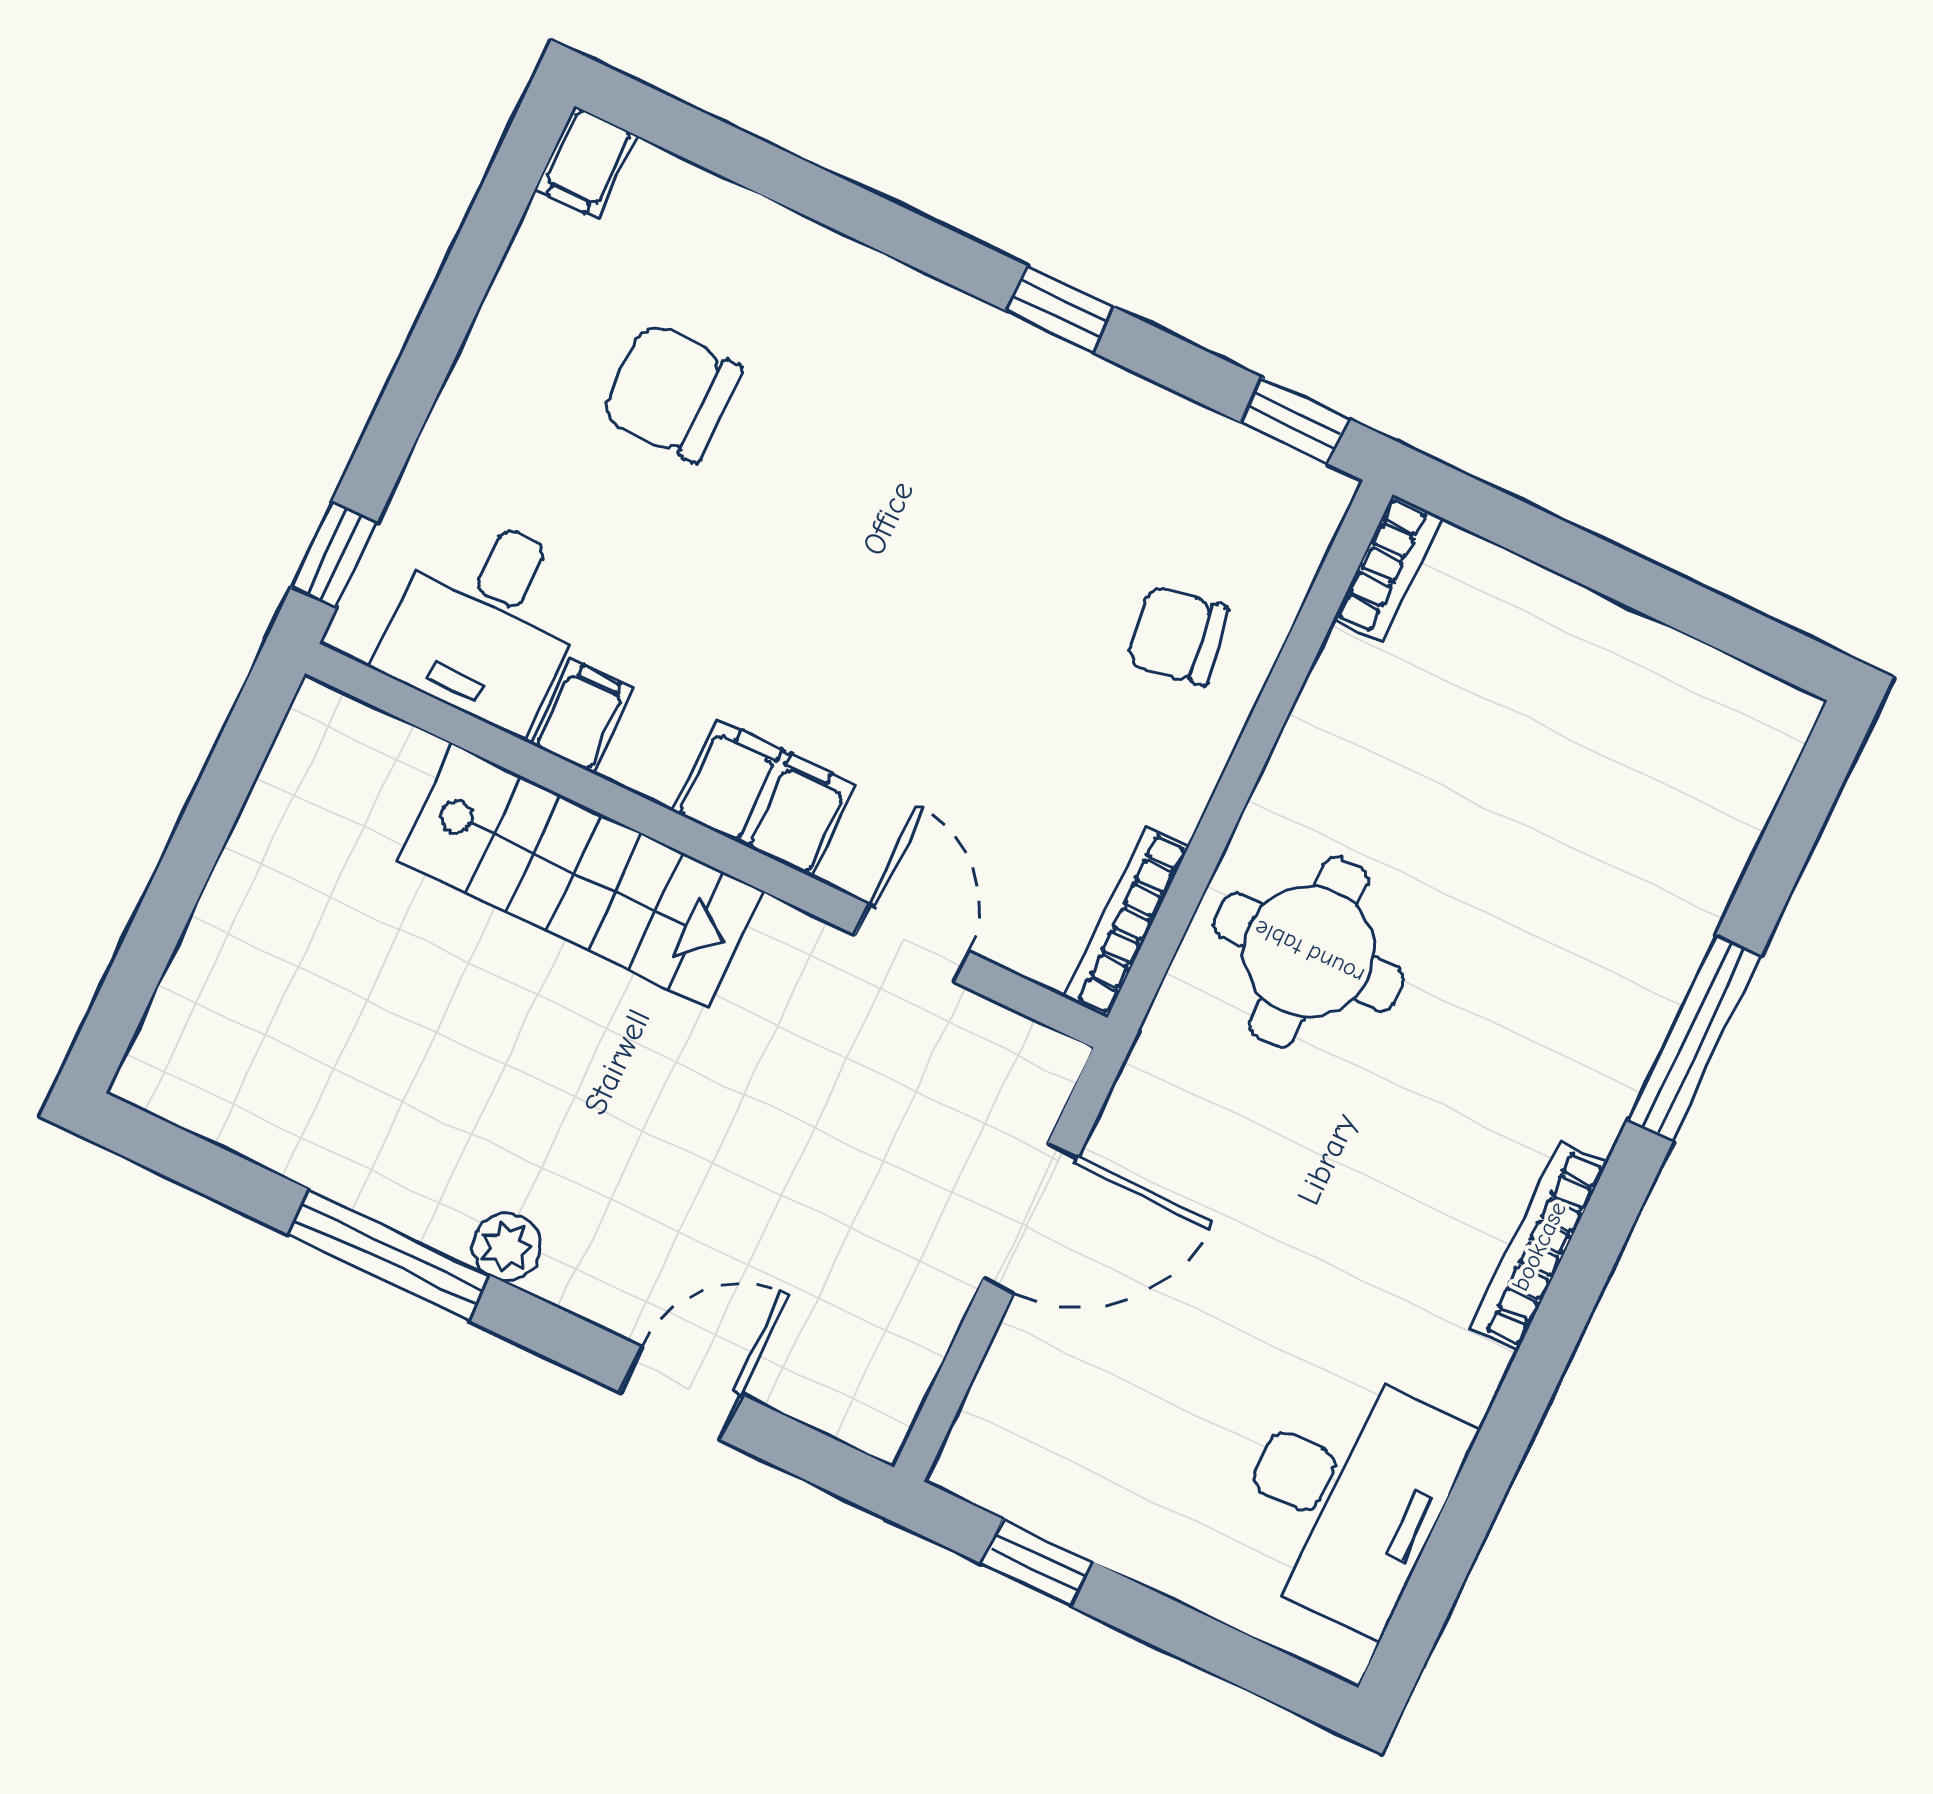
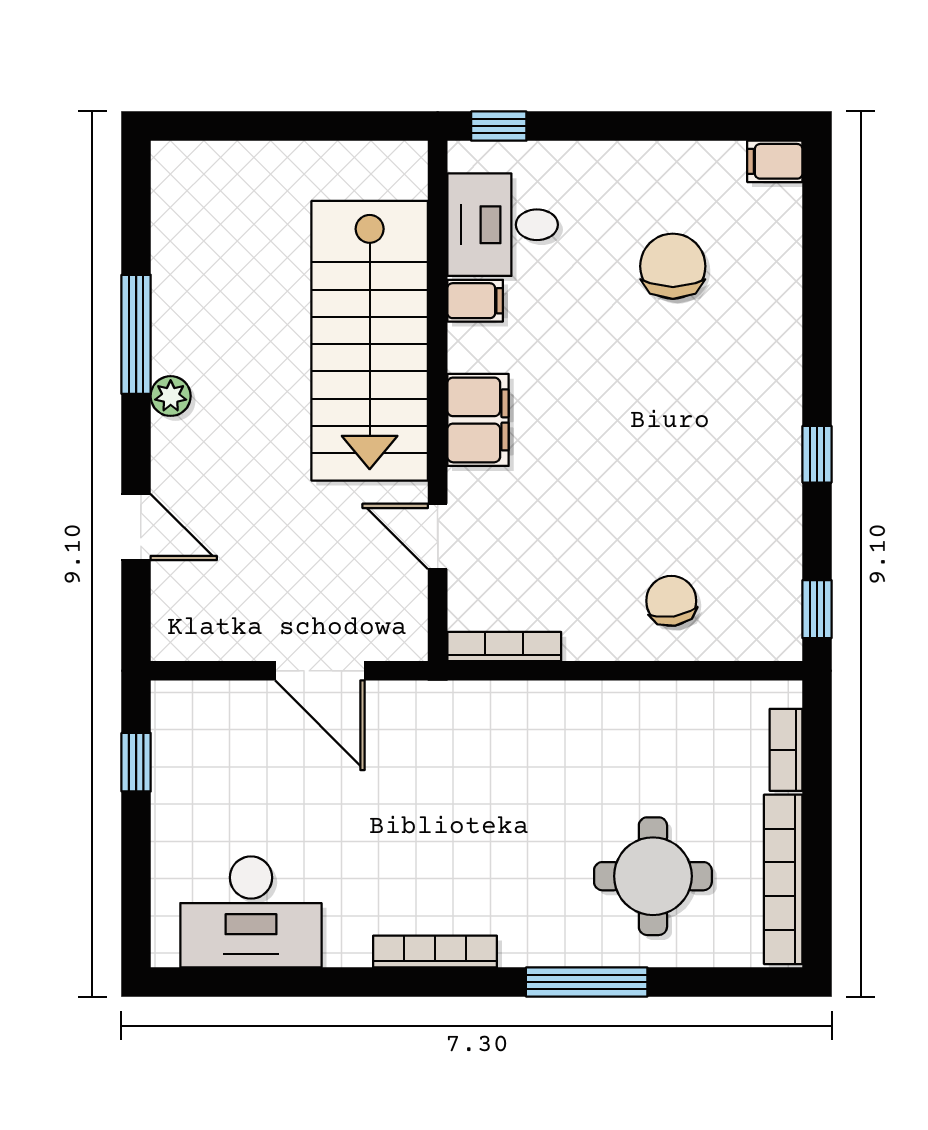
bookcase: (1388, 568) -> (786, 750), moved, turned 90
bookcase: (1680, 666) -> (783, 879), added
stairs: (580, 876) -> (370, 341), width x1.36, depth x1.51
door: (912, 943) -> (438, 536), swing flipped
round table: (1309, 952) -> (653, 876), moved

